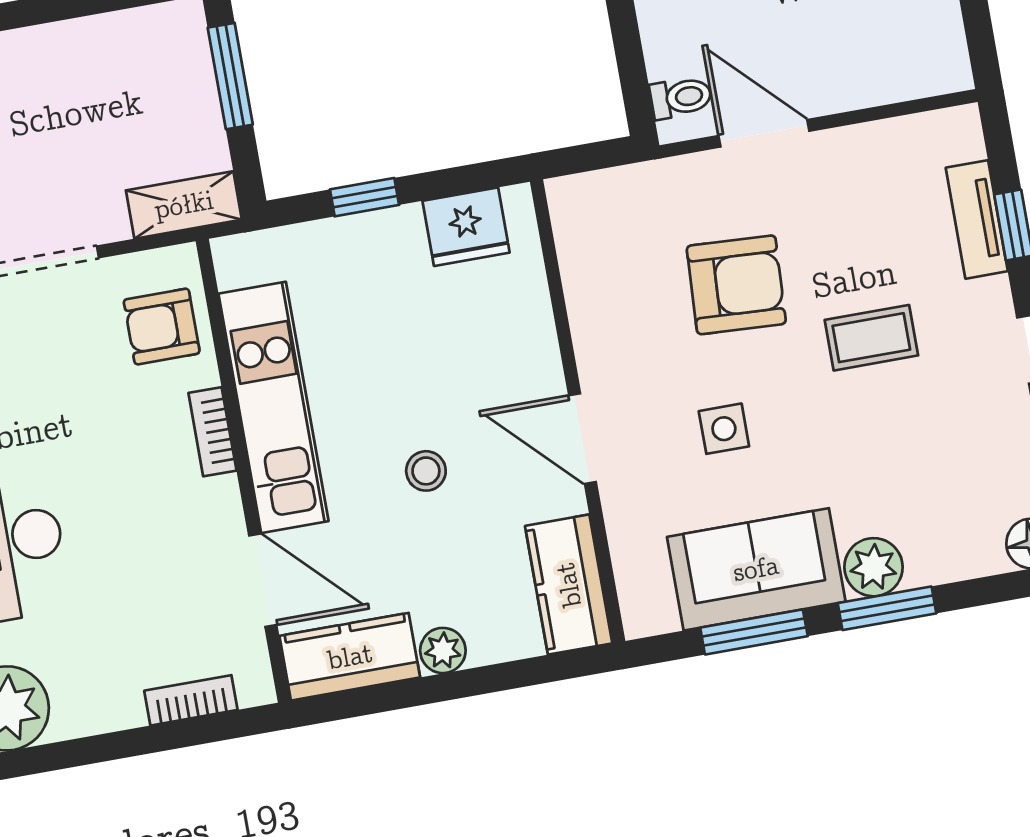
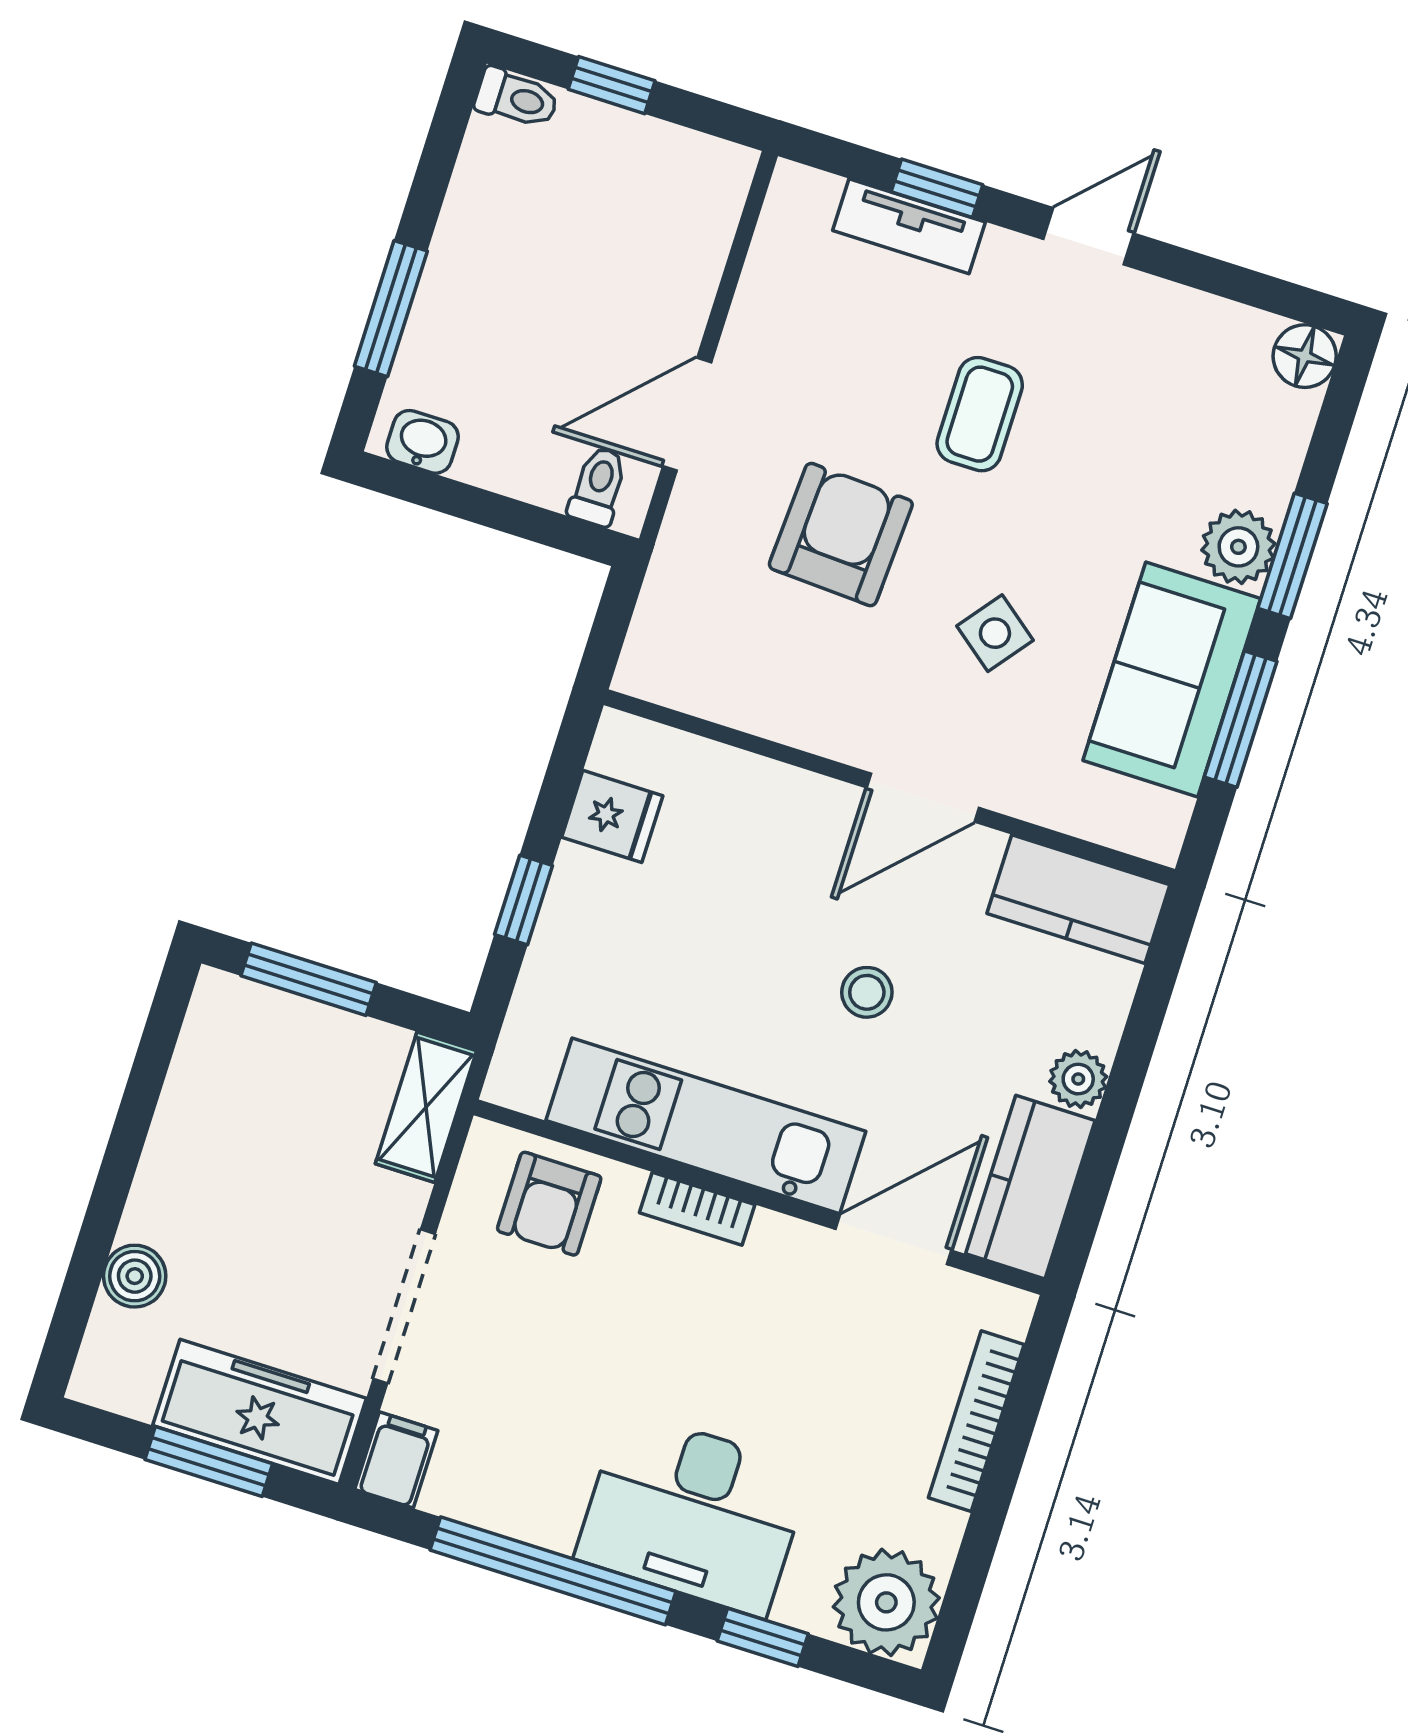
fridge: (466, 227) -> (612, 816), width x0.72
side table: (724, 429) -> (995, 633), turned 38
bookcase: (191, 700) -> (976, 1421), width x1.56

